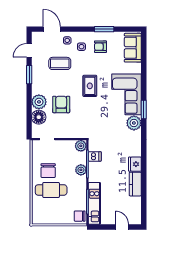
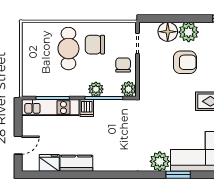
dishwasher: (95, 156) -> (87, 108), moved
fridge: (135, 164) -> (49, 163), moved
chair: (80, 216) -> (123, 65), moved

